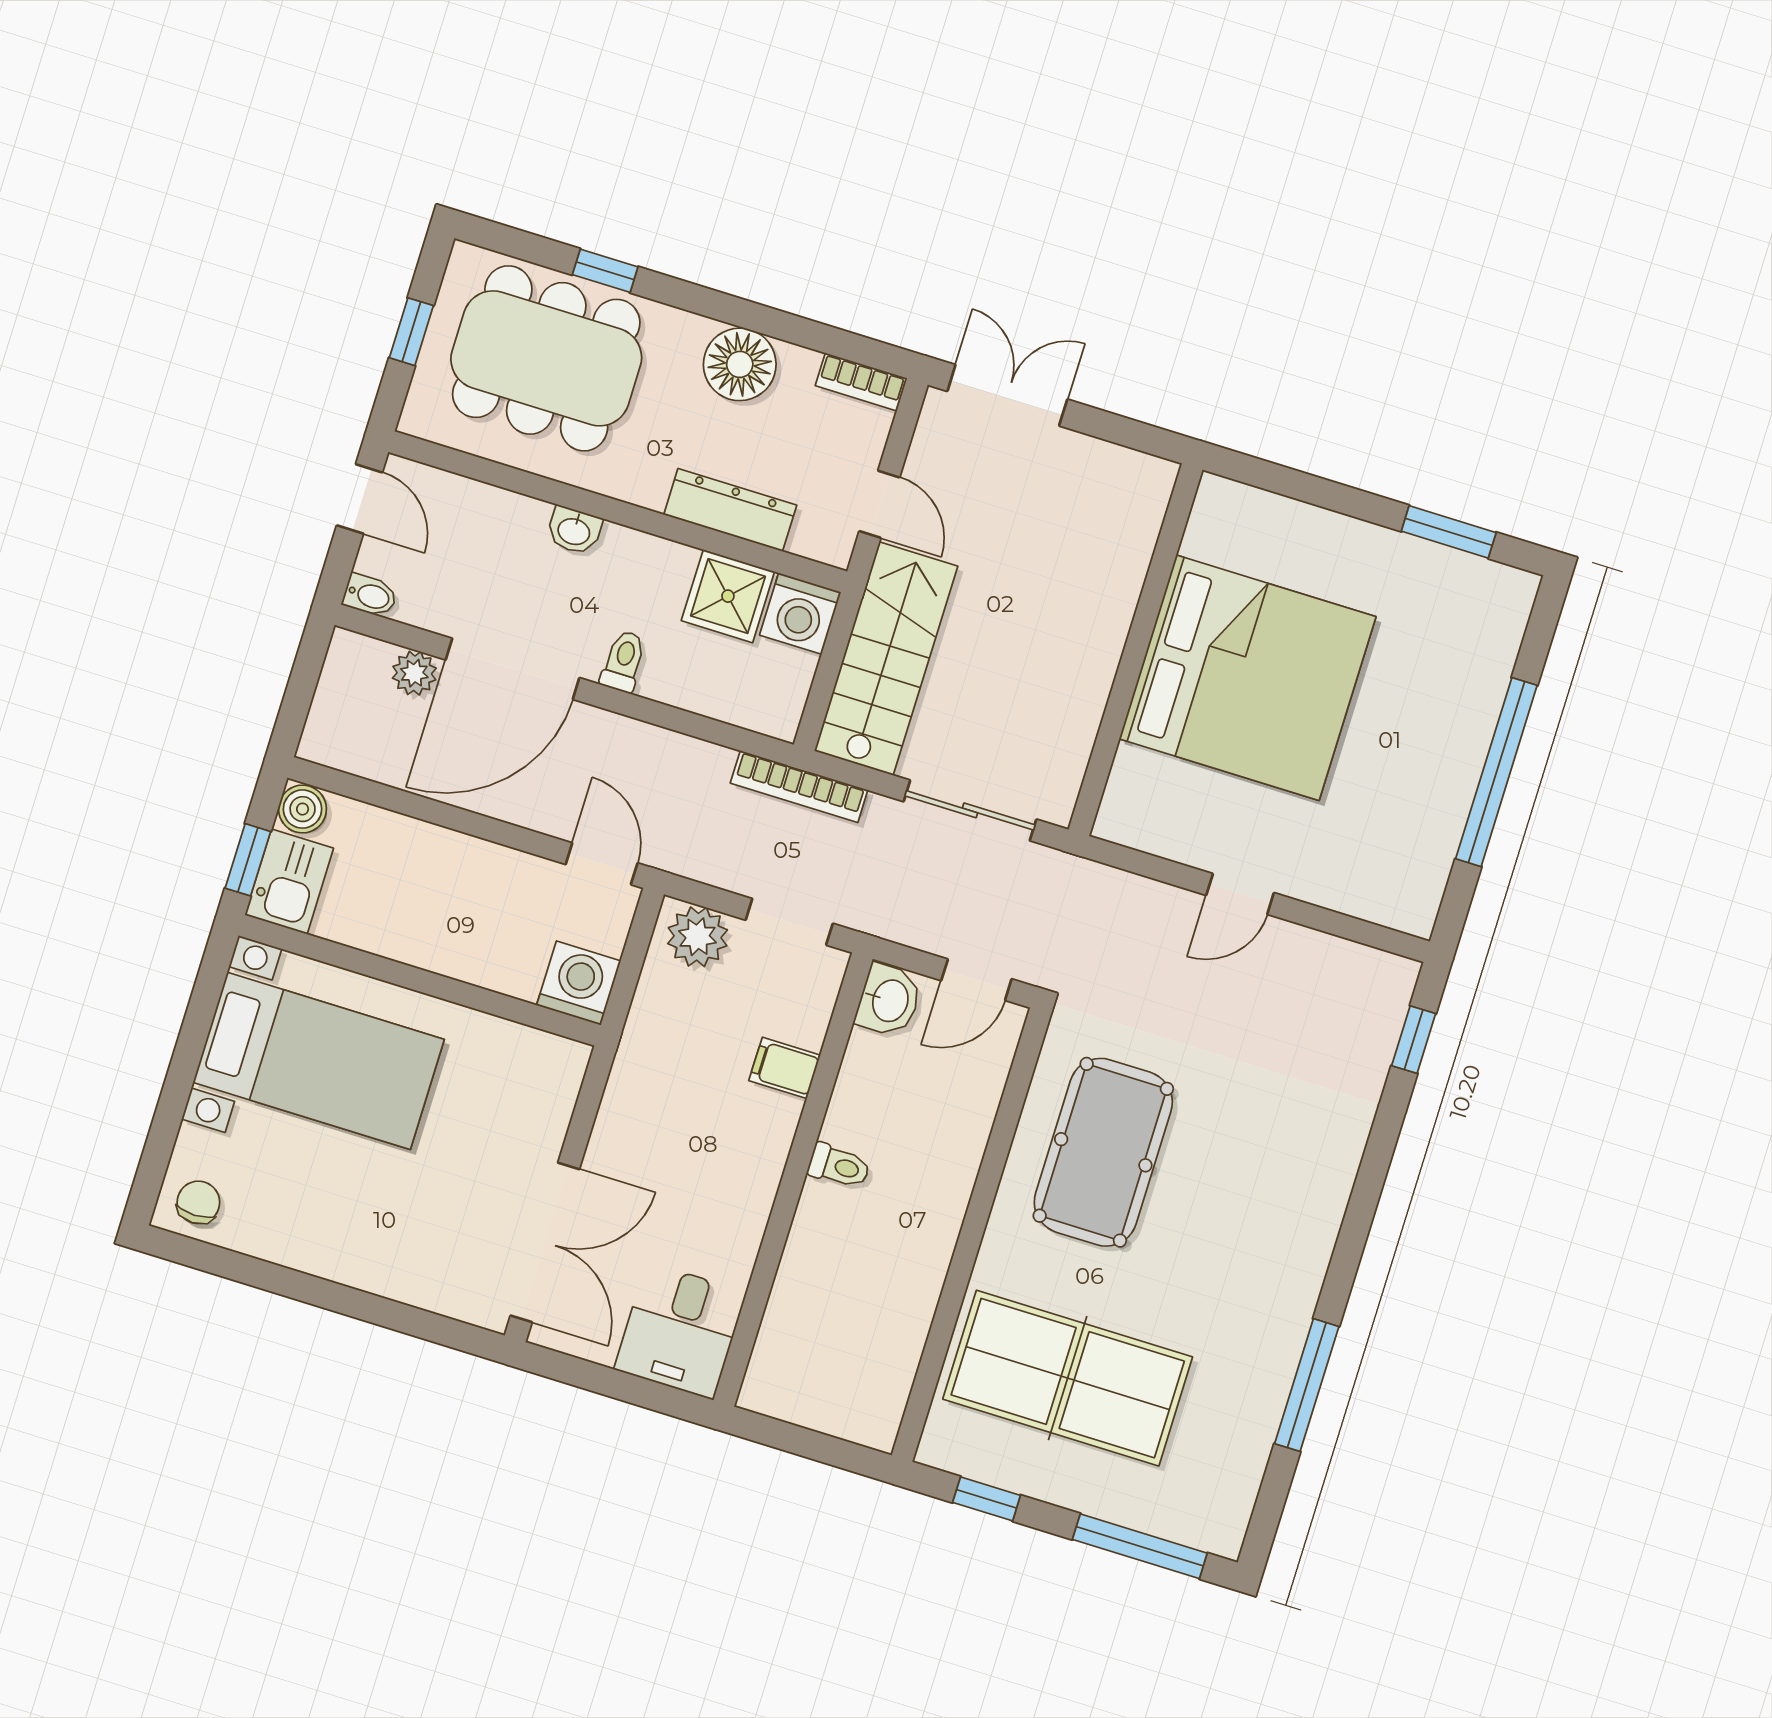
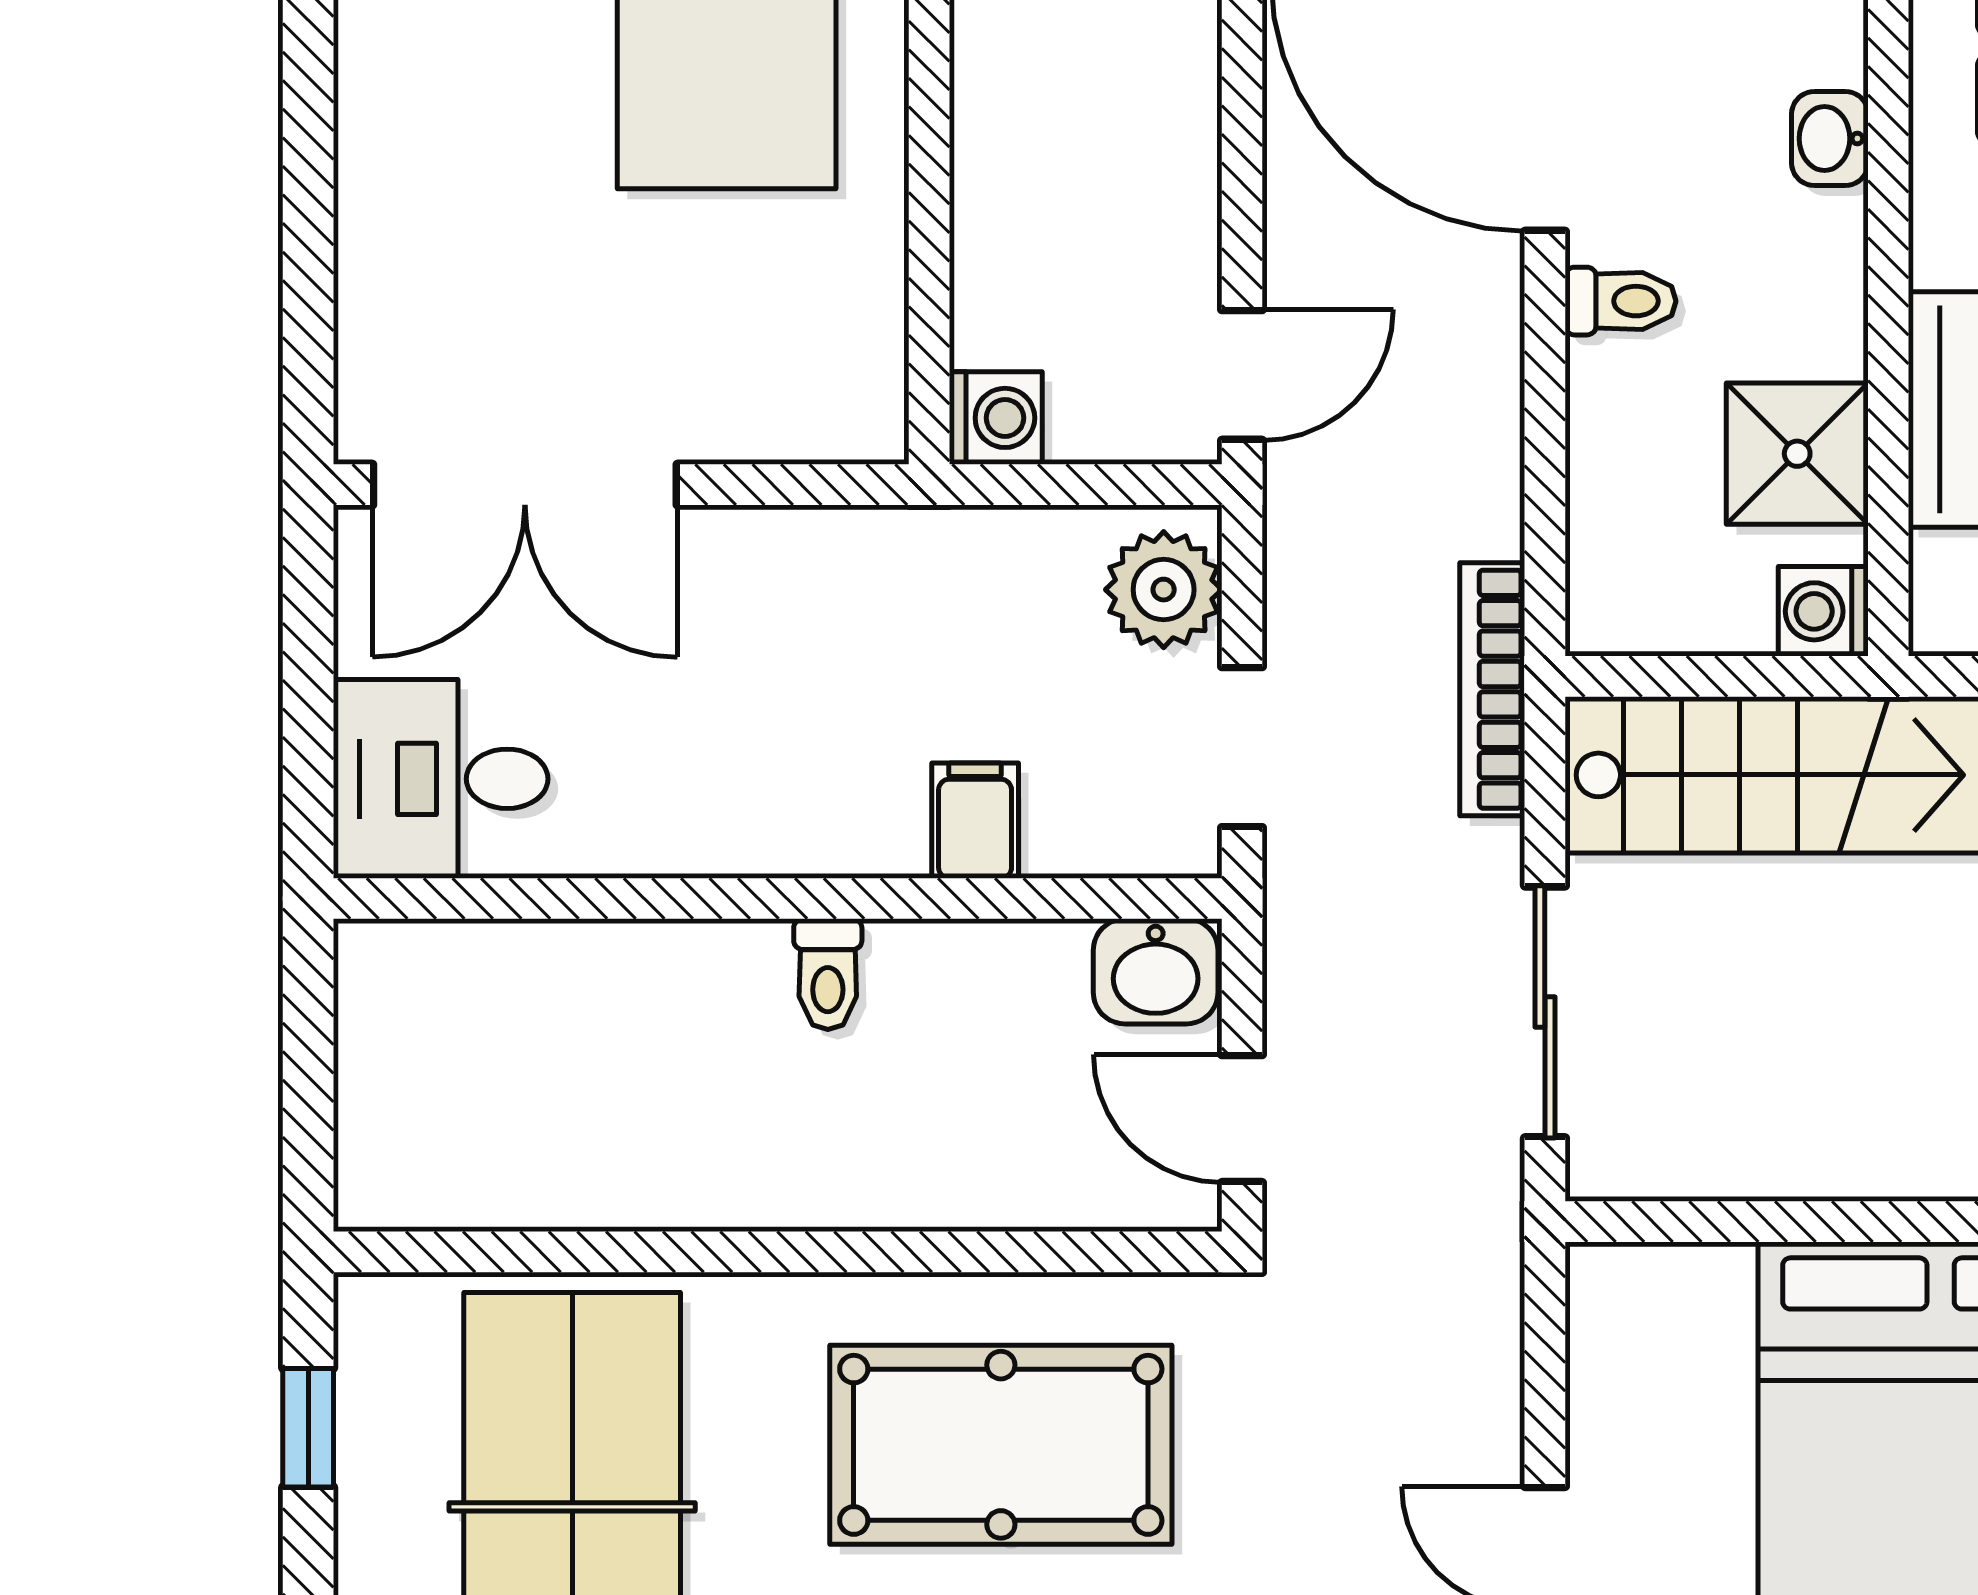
washing machine: (800, 614) -> (1823, 611), width x0.73, depth x0.73
washing machine: (579, 983) -> (996, 418), width x0.73, depth x0.73

